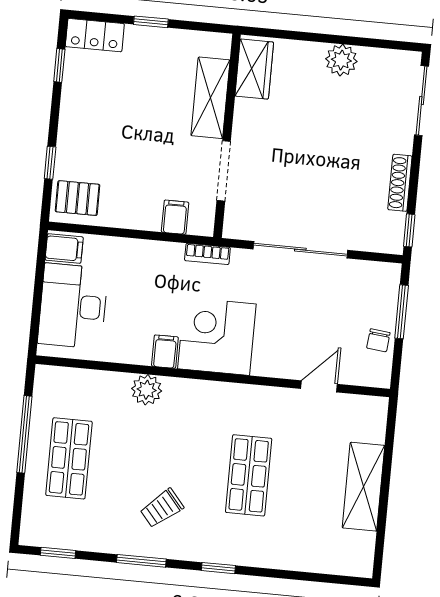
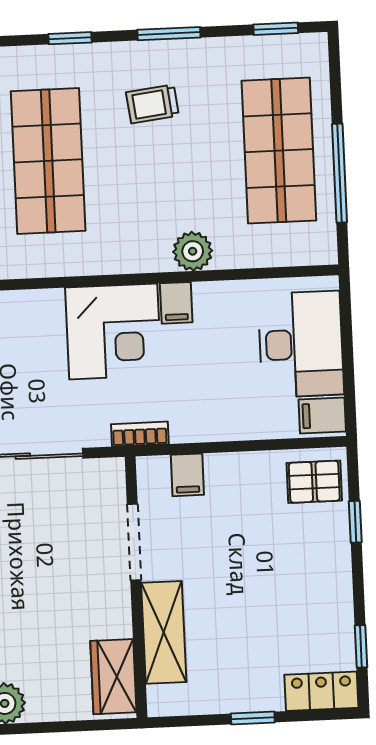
shop shelf: (69, 458) -> (279, 151), width x1.43, depth x1.36
shop shelf: (249, 475) -> (48, 161), width x1.43, depth x1.36
trolley: (162, 508) -> (152, 104), turned -147

